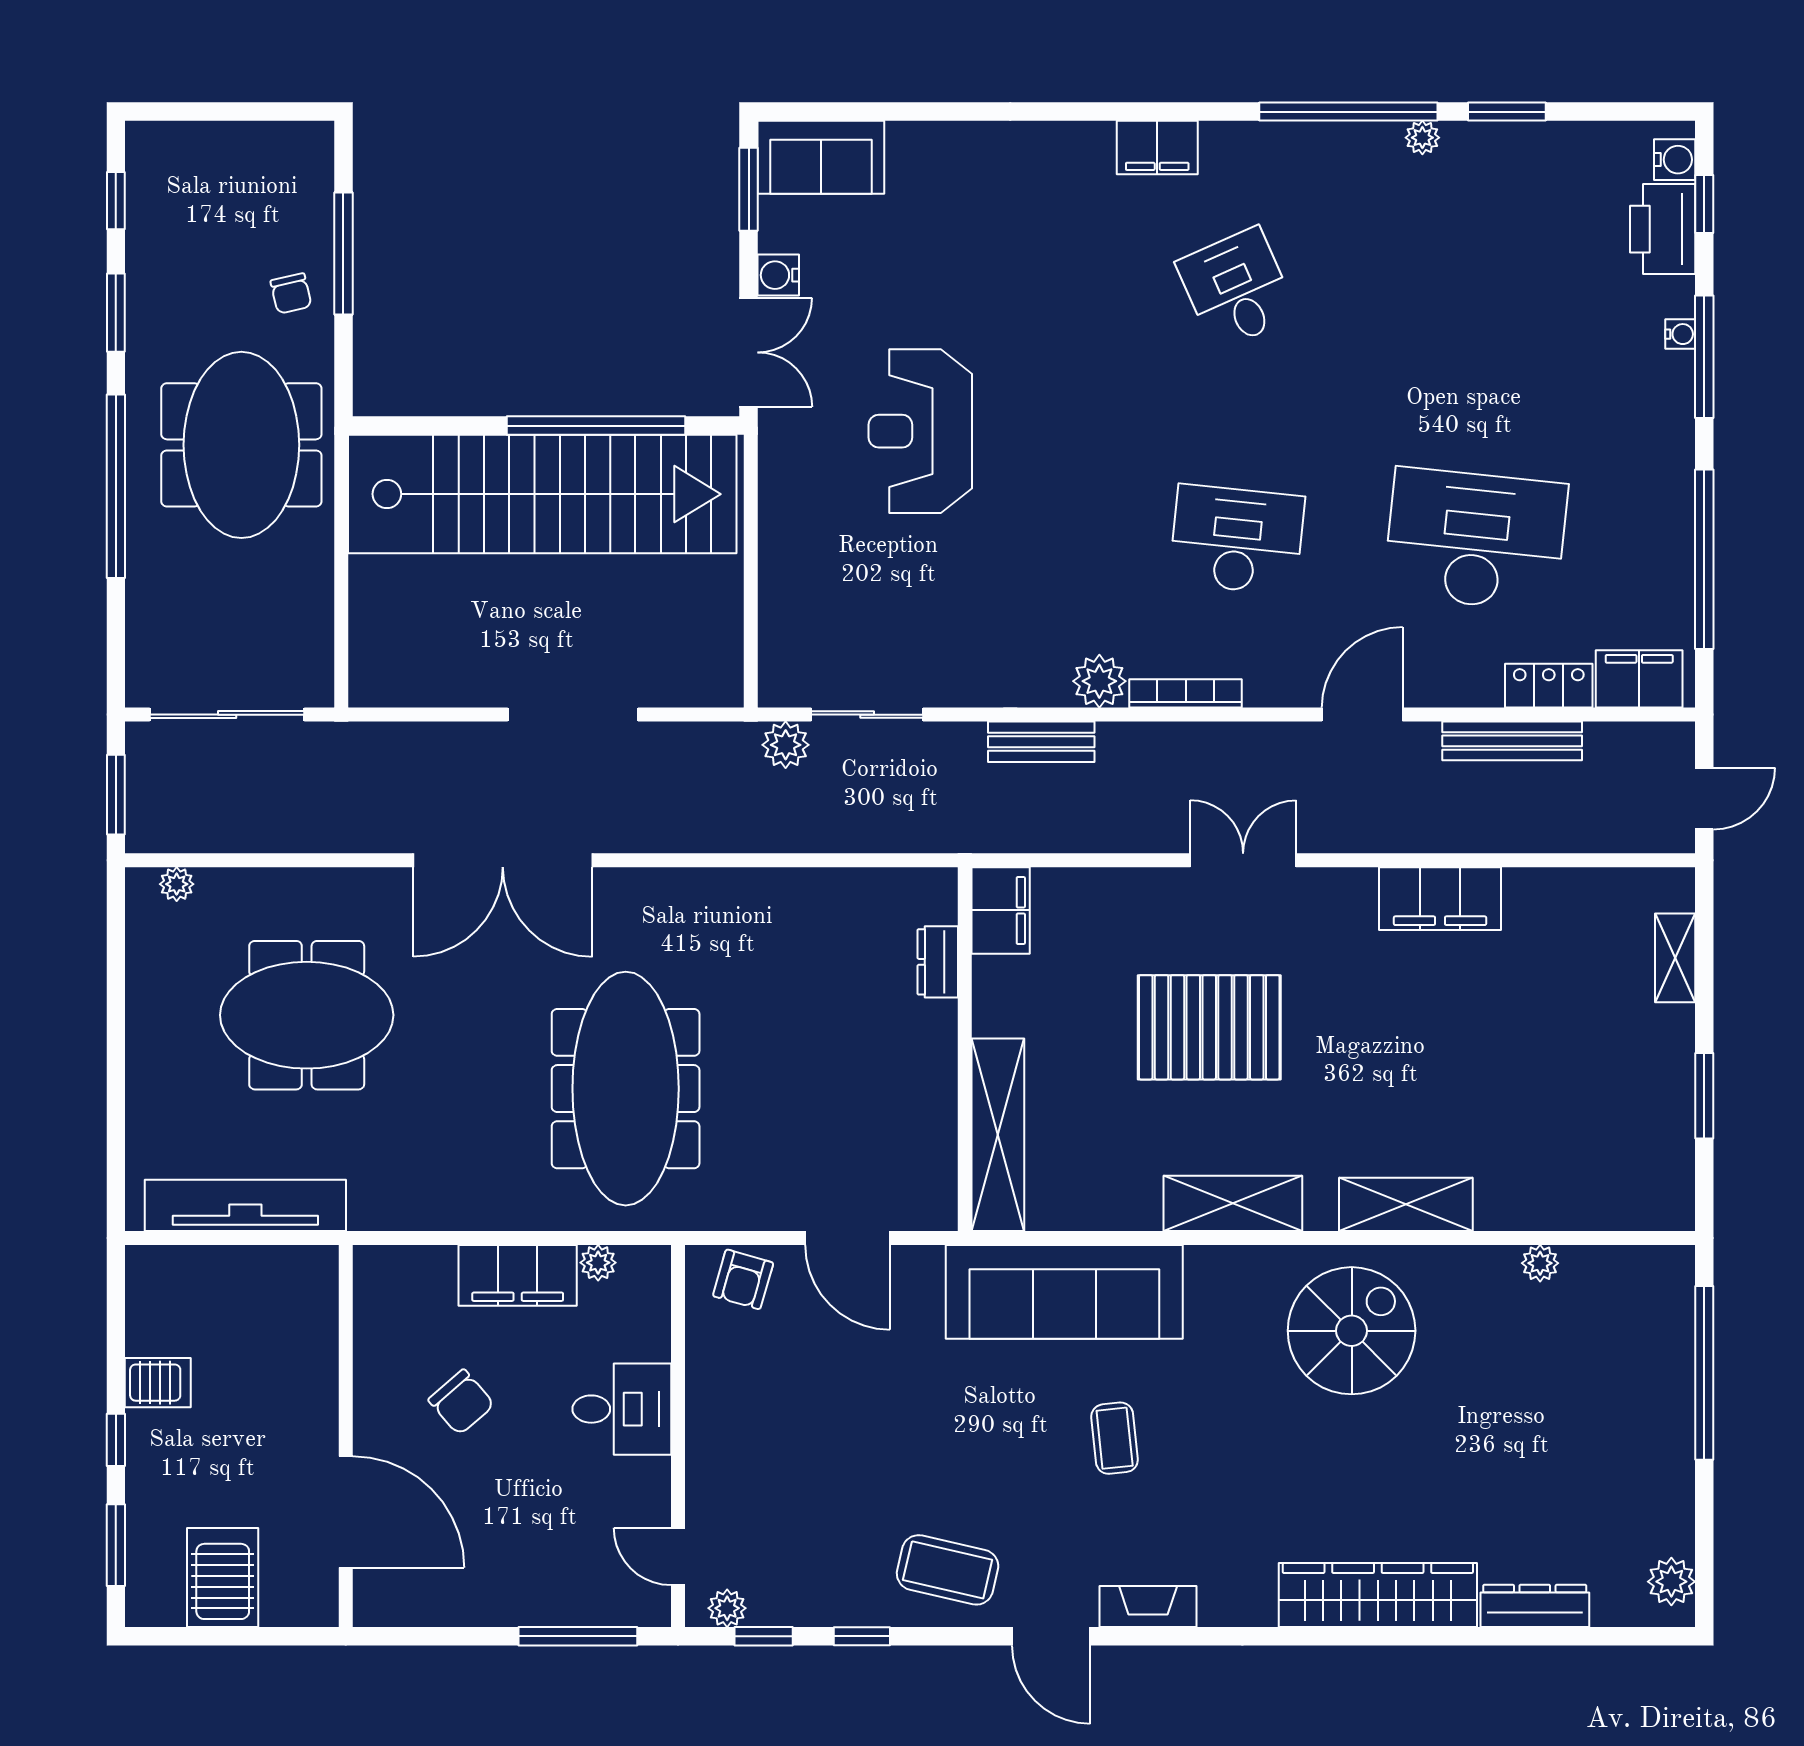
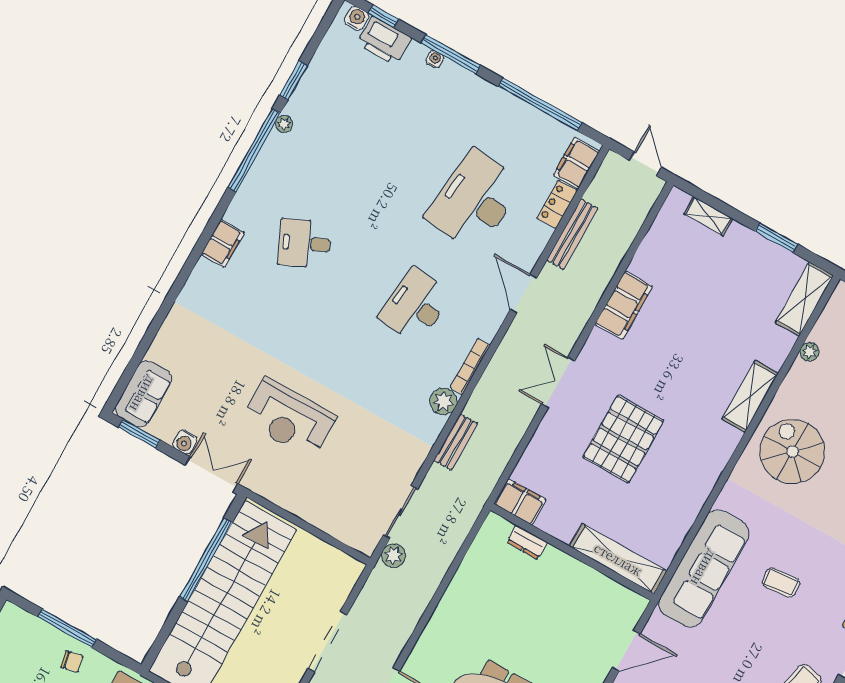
shelving: (1233, 1203) -> (804, 299), moved

